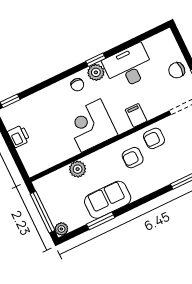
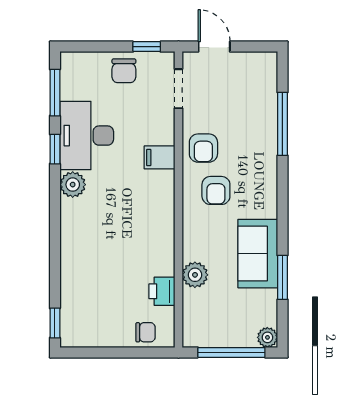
window: (145, 36) -> (55, 93), added
window: (96, 60) -> (55, 149), moved
chair: (77, 85) -> (145, 332), moved
corner desk: (91, 126) -> (143, 227), removed
printer: (19, 136) -> (162, 291), moved, turned -90

